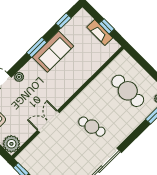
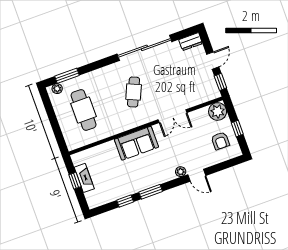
window: (64, 21) -> (125, 201), moved
sofa: (53, 52) -> (136, 143), moved, turned 180
cafe table: (92, 127) -> (134, 92), turned 39

